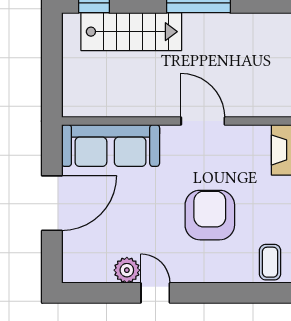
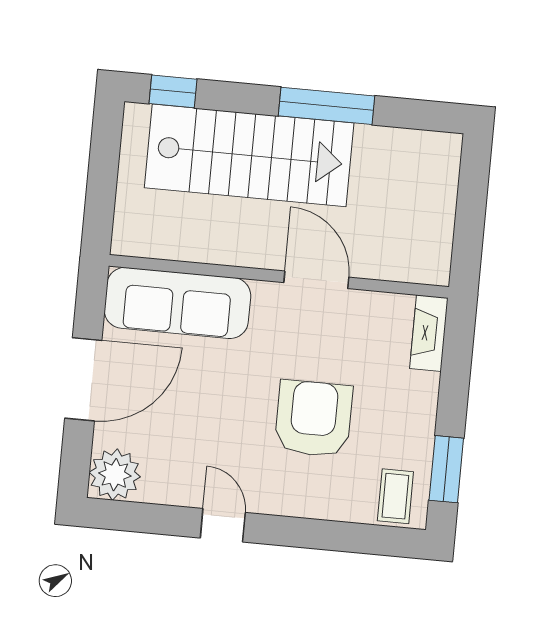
stairs: (131, 32) -> (249, 155), width x1.36, depth x1.51
plant: (127, 270) -> (115, 475), moved, width x1.36, depth x1.36

